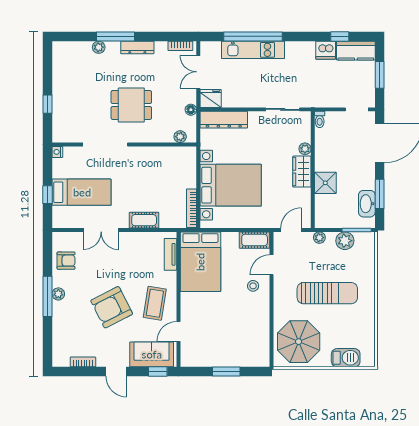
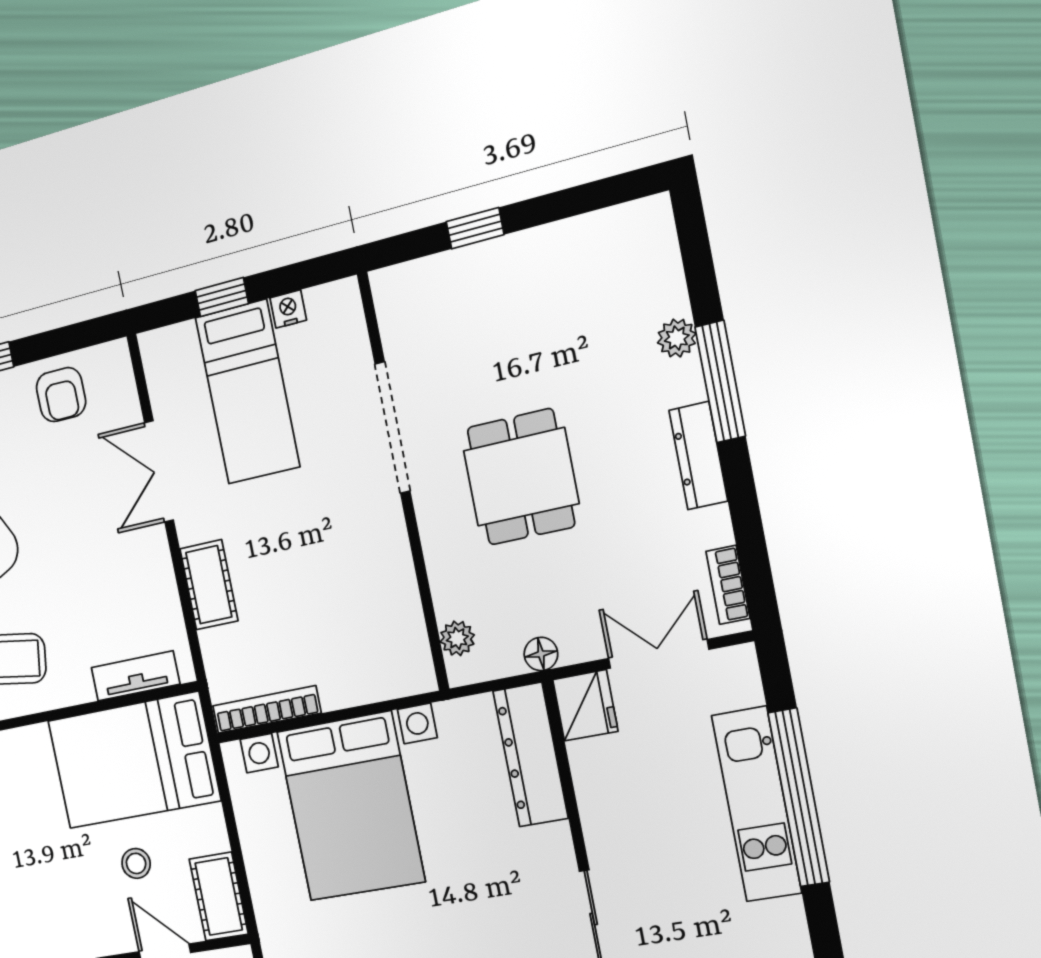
nightstand: (57, 152) -> (288, 309), moved
stool: (253, 286) -> (136, 863), moved

